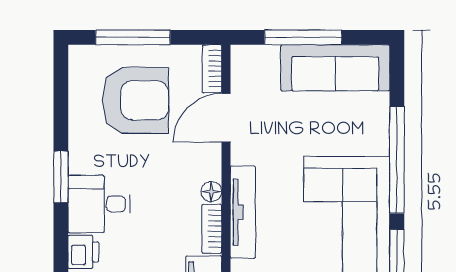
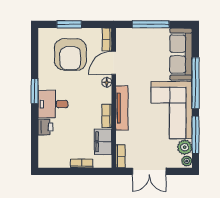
window: (133, 37) -> (69, 24), width x0.69
sofa: (335, 68) -> (181, 54), moved, turned 90
armchair: (135, 100) -> (70, 54), turned 90
floor lamp: (211, 192) -> (107, 82), moved

